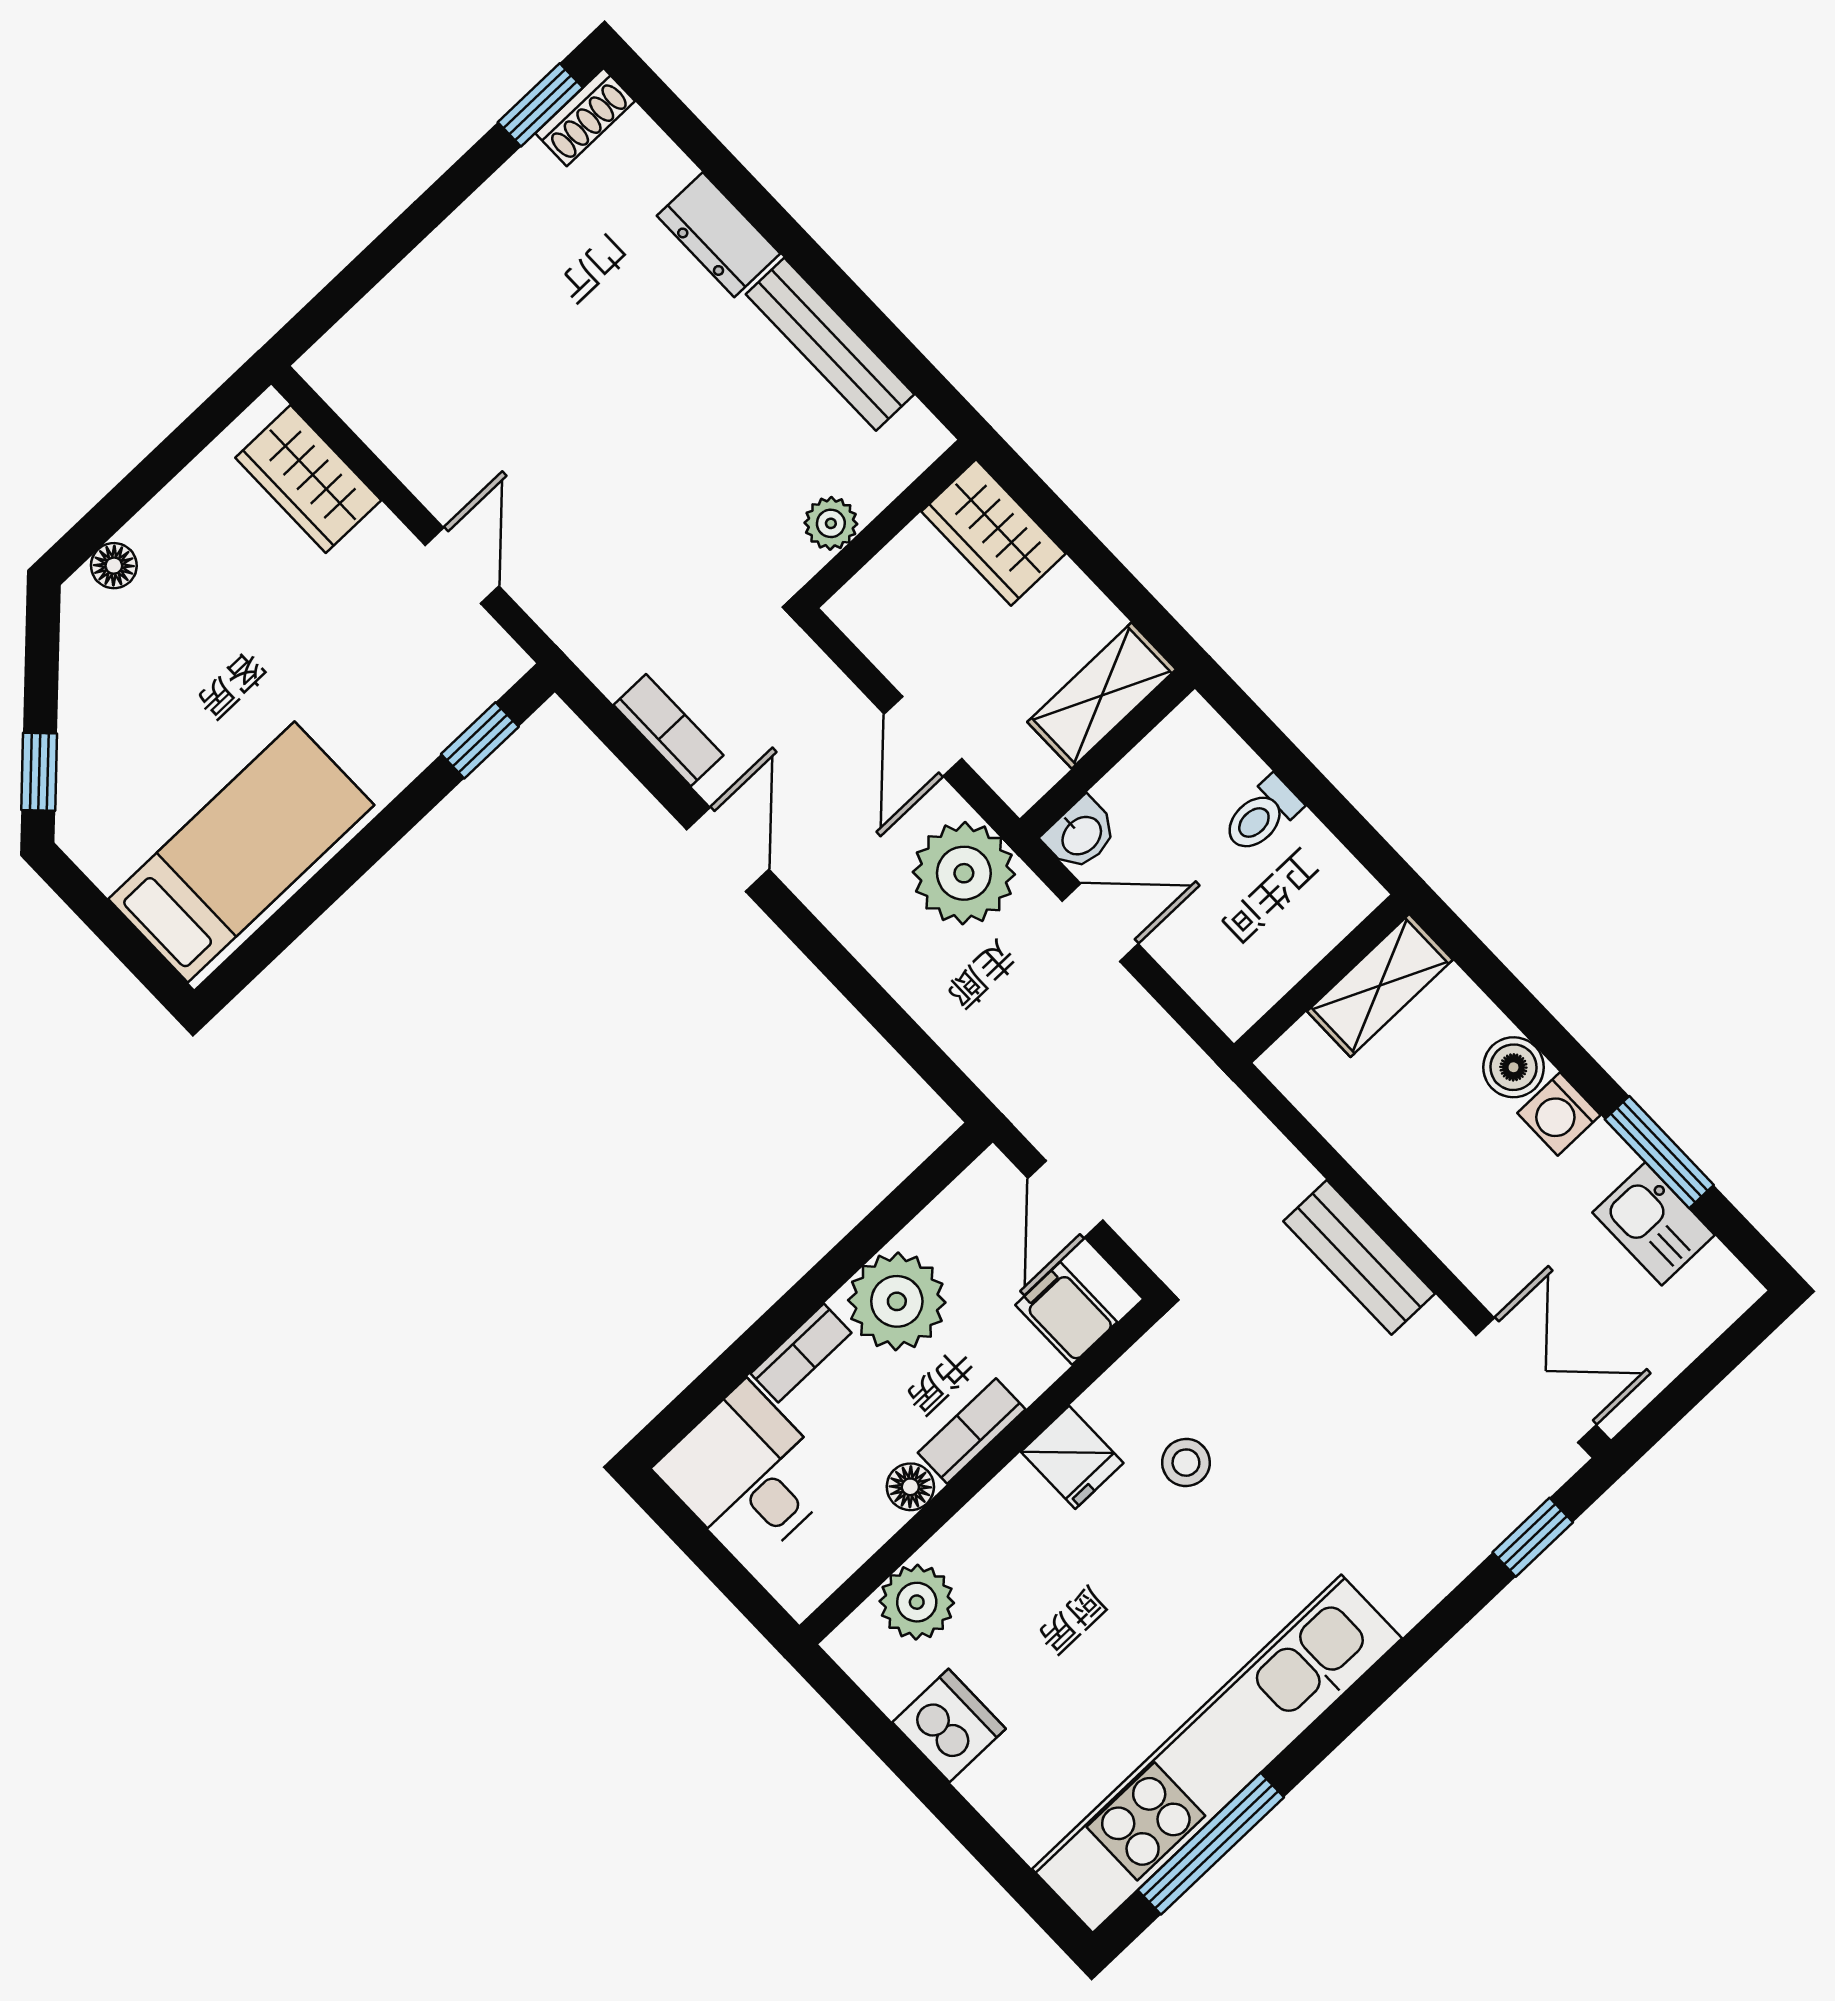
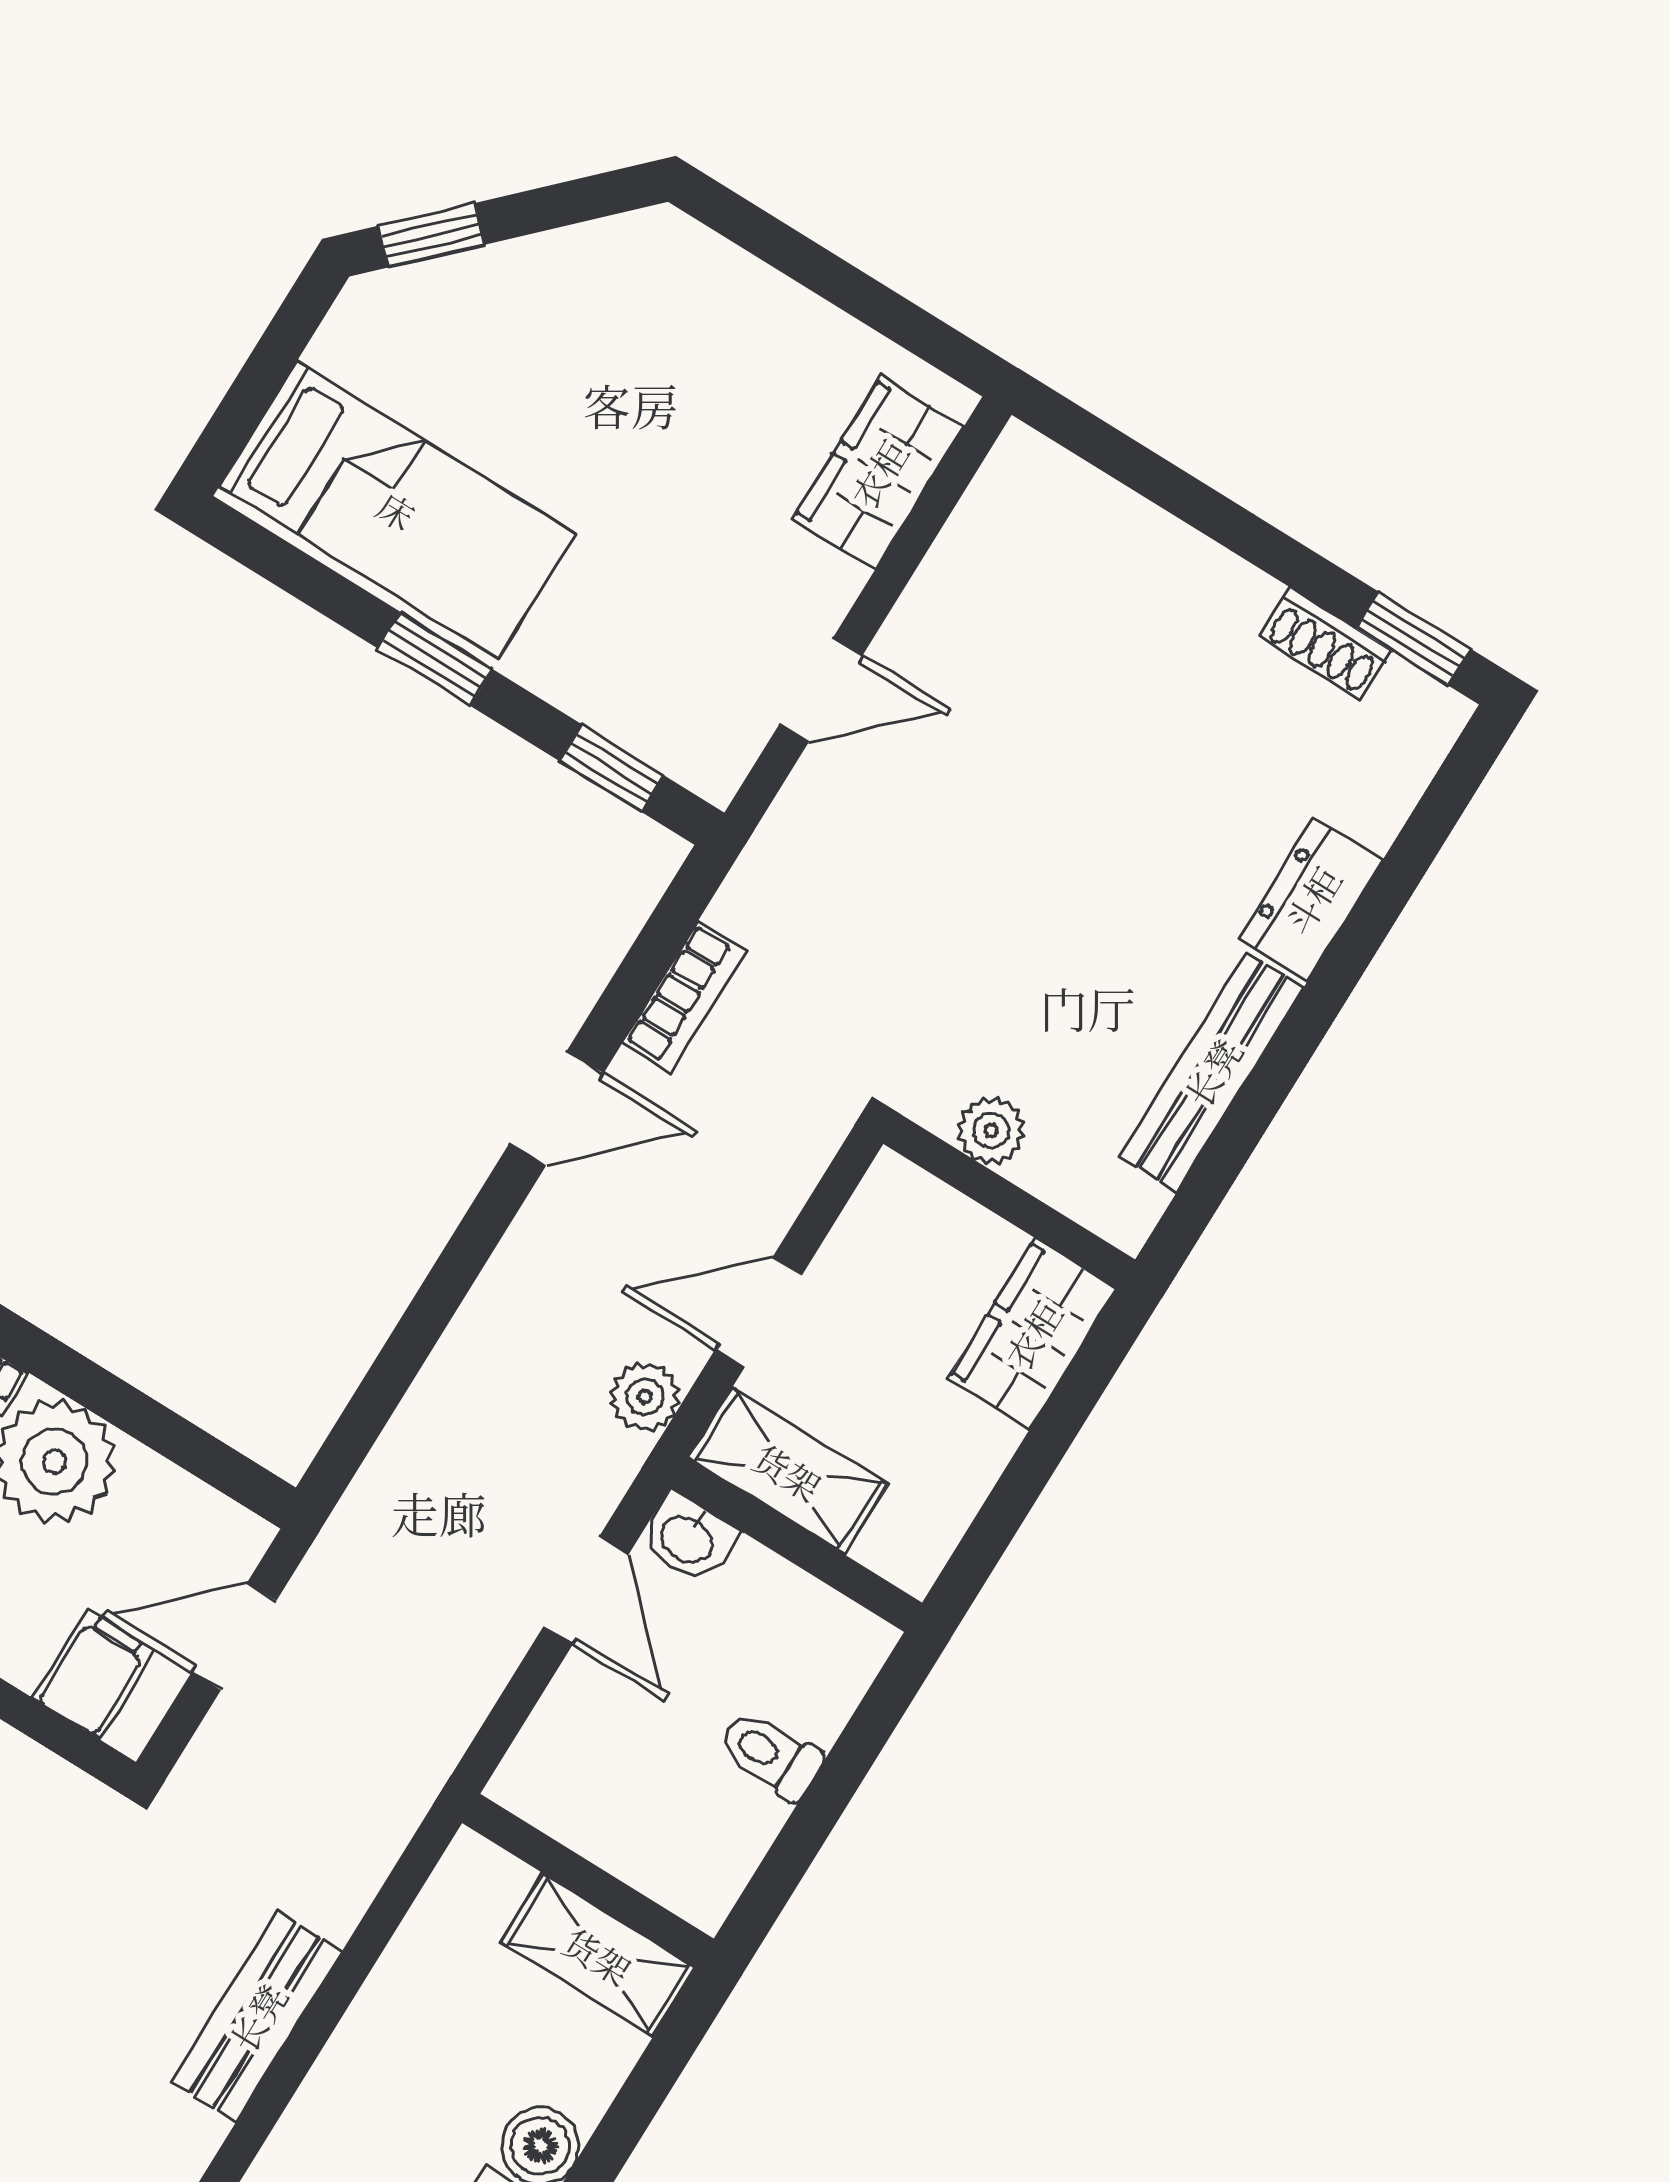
shoe rack: (585, 117) -> (1325, 644), moved
floor lamp: (114, 566) -> (709, 261), removed
shelving: (1102, 696) -> (788, 1471), moved
window: (362, 853) -> (435, 659), added
plant: (964, 873) -> (645, 1397), width x0.53, depth x0.53

